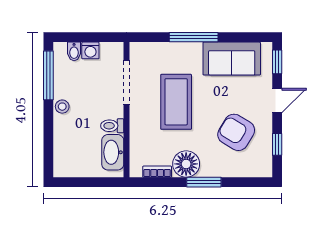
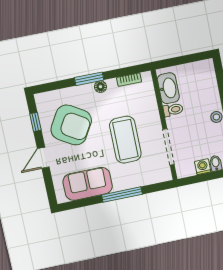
window: (277, 62) -> (50, 189), removed
armchair: (236, 132) -> (71, 125), width x1.36, depth x1.36
floor lamp: (186, 164) -> (100, 87), width x0.53, depth x0.53

